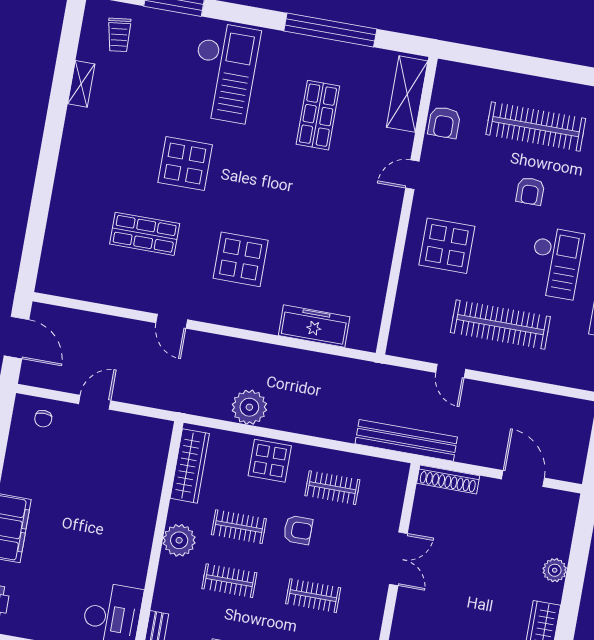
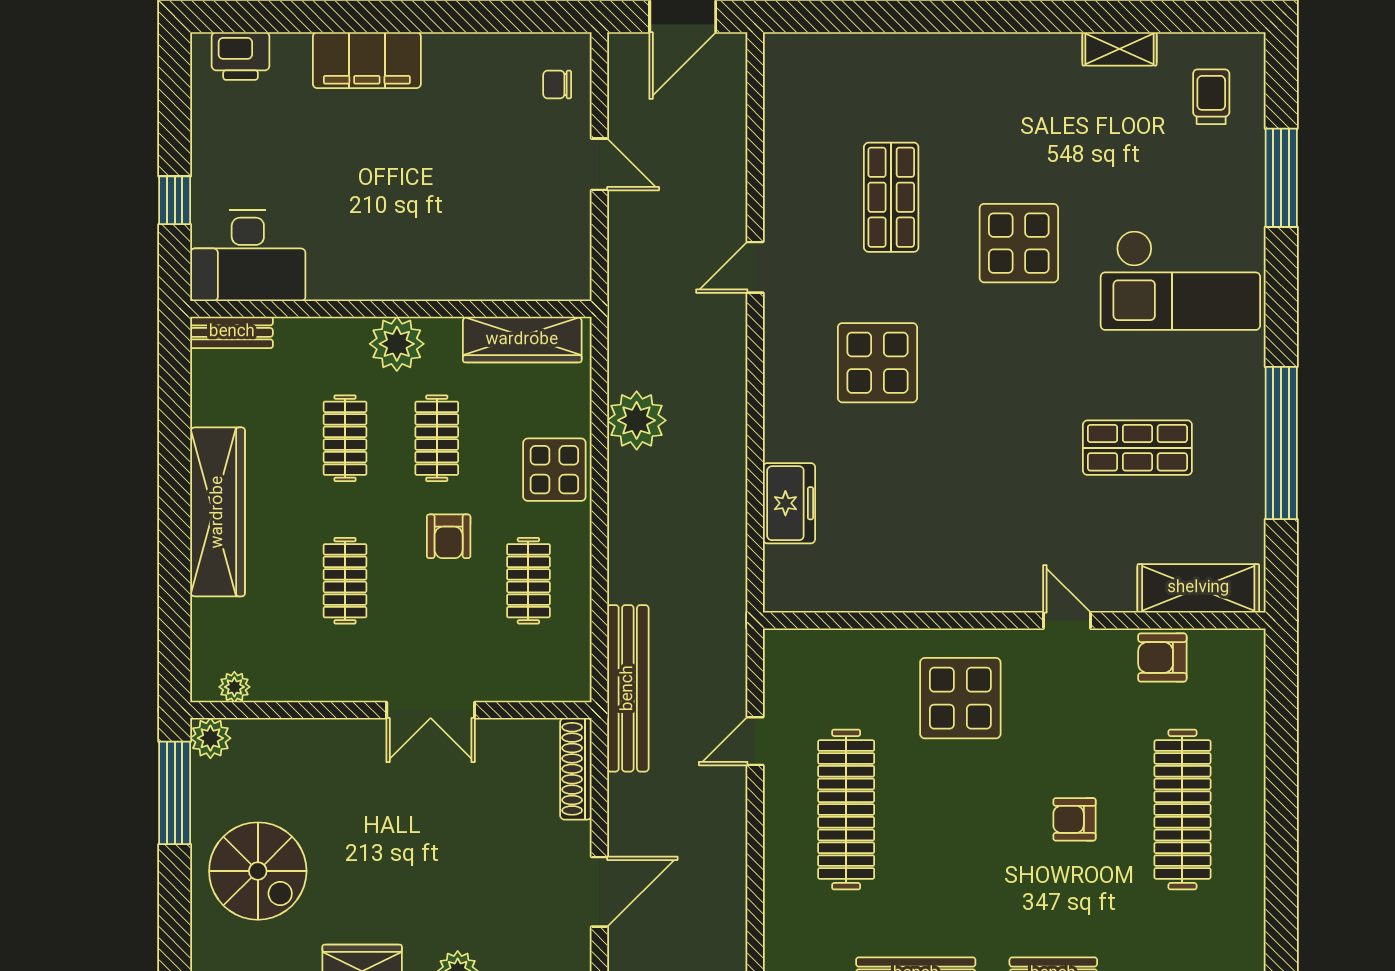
trolley: (119, 35) -> (1211, 97), turned 97
checkout: (555, 263) -> (964, 882), removed
freezer: (314, 326) -> (789, 503), width x0.71

